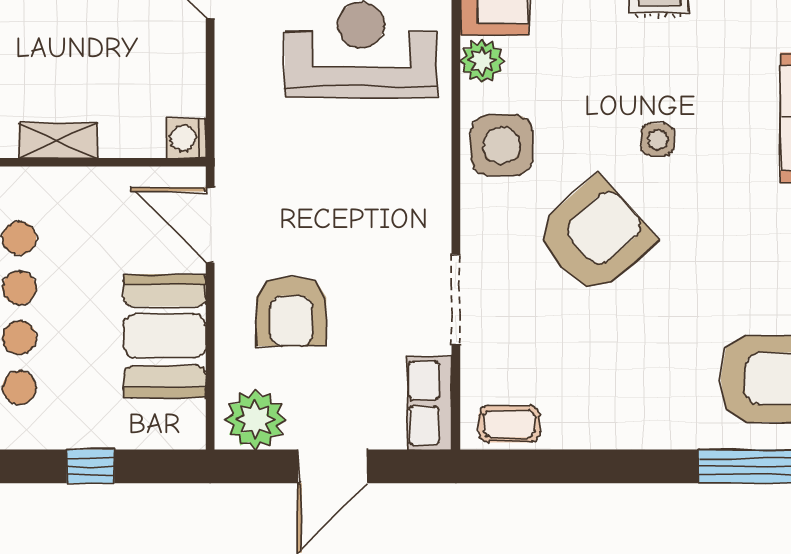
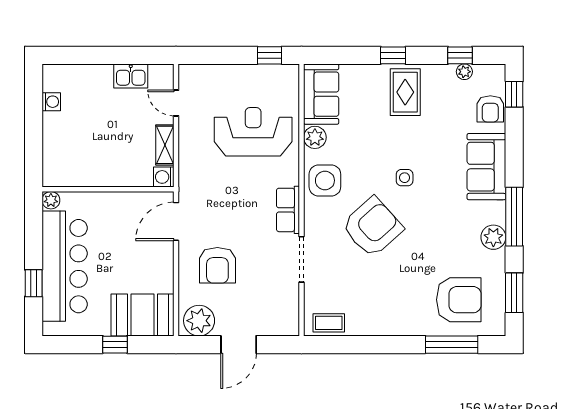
shelving: (58, 140) -> (165, 145), moved, turned 90
door: (210, 225) -> (176, 221), hinge flipped
booth: (165, 336) -> (143, 315), moved, turned 90
row of seats: (429, 403) -> (288, 210), moved

